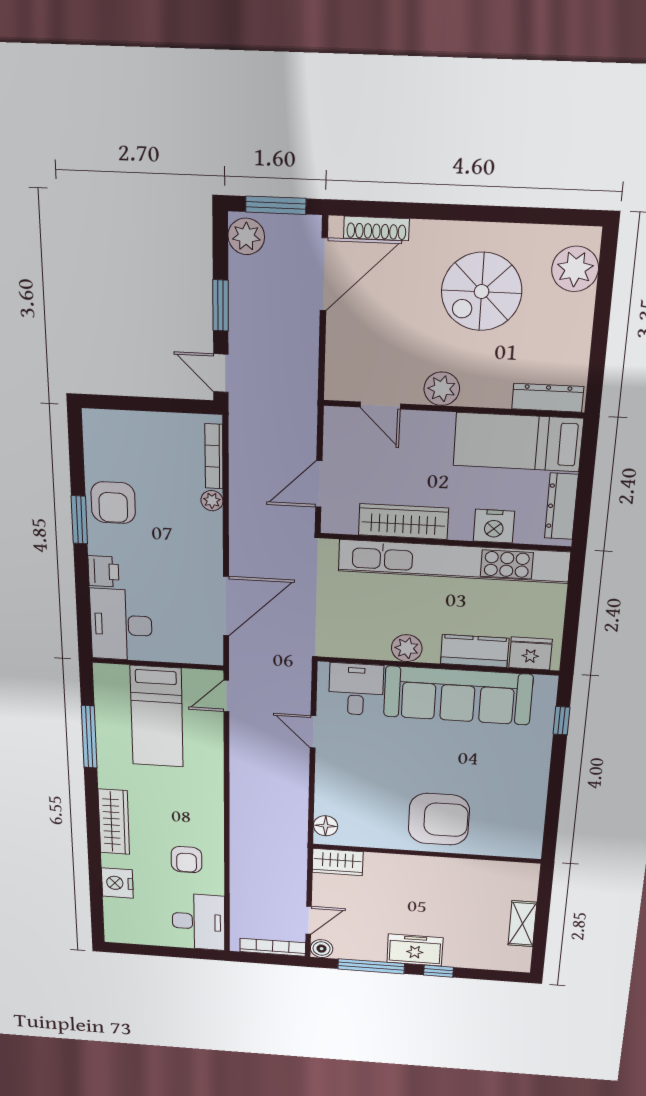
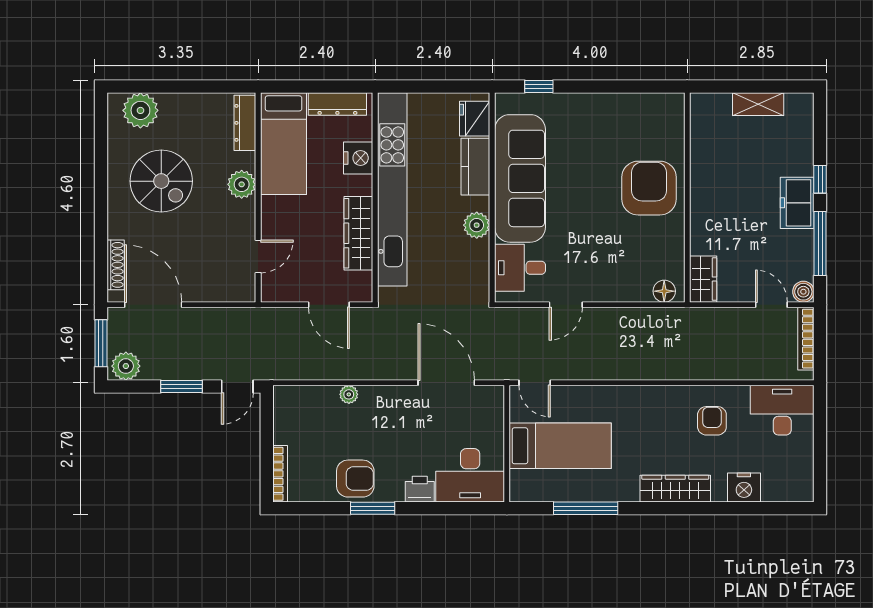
plant: (442, 389) -> (242, 184), moved
bookcase: (214, 456) -> (280, 474), moved, turned -90
armchair: (186, 860) -> (712, 421), turned -90

